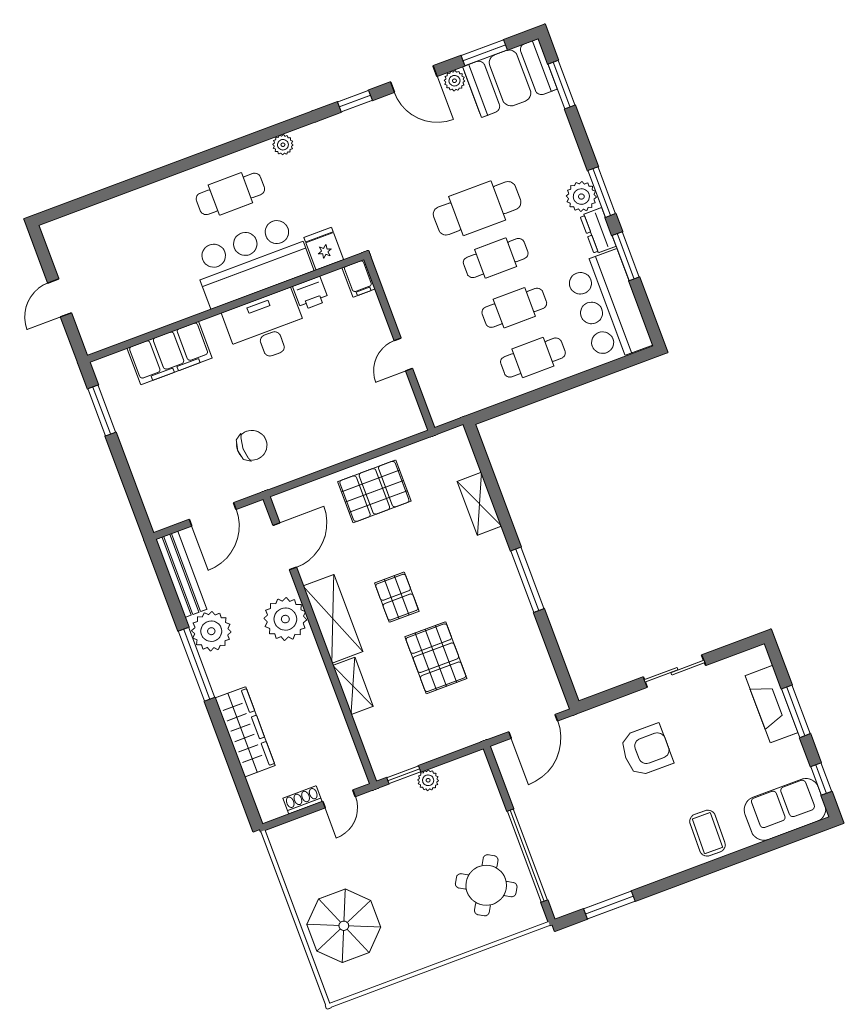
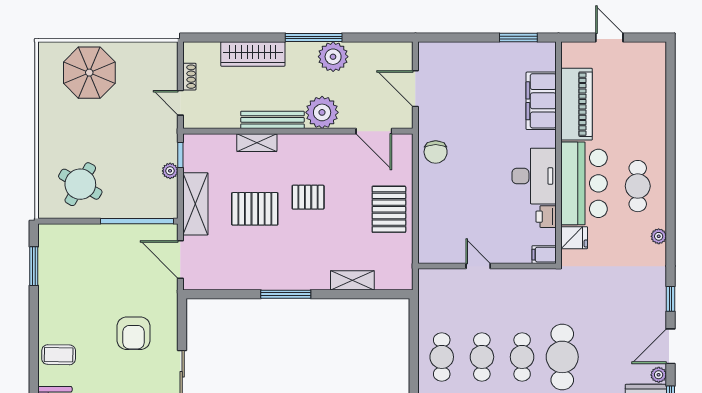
piano: (157, 308) -> (577, 104), added
chair: (252, 445) -> (436, 152), moved
bench: (181, 574) -> (272, 120), moved
shelving: (333, 619) -> (195, 204), moved, turned 90
window: (527, 856) -> (137, 221), moved

